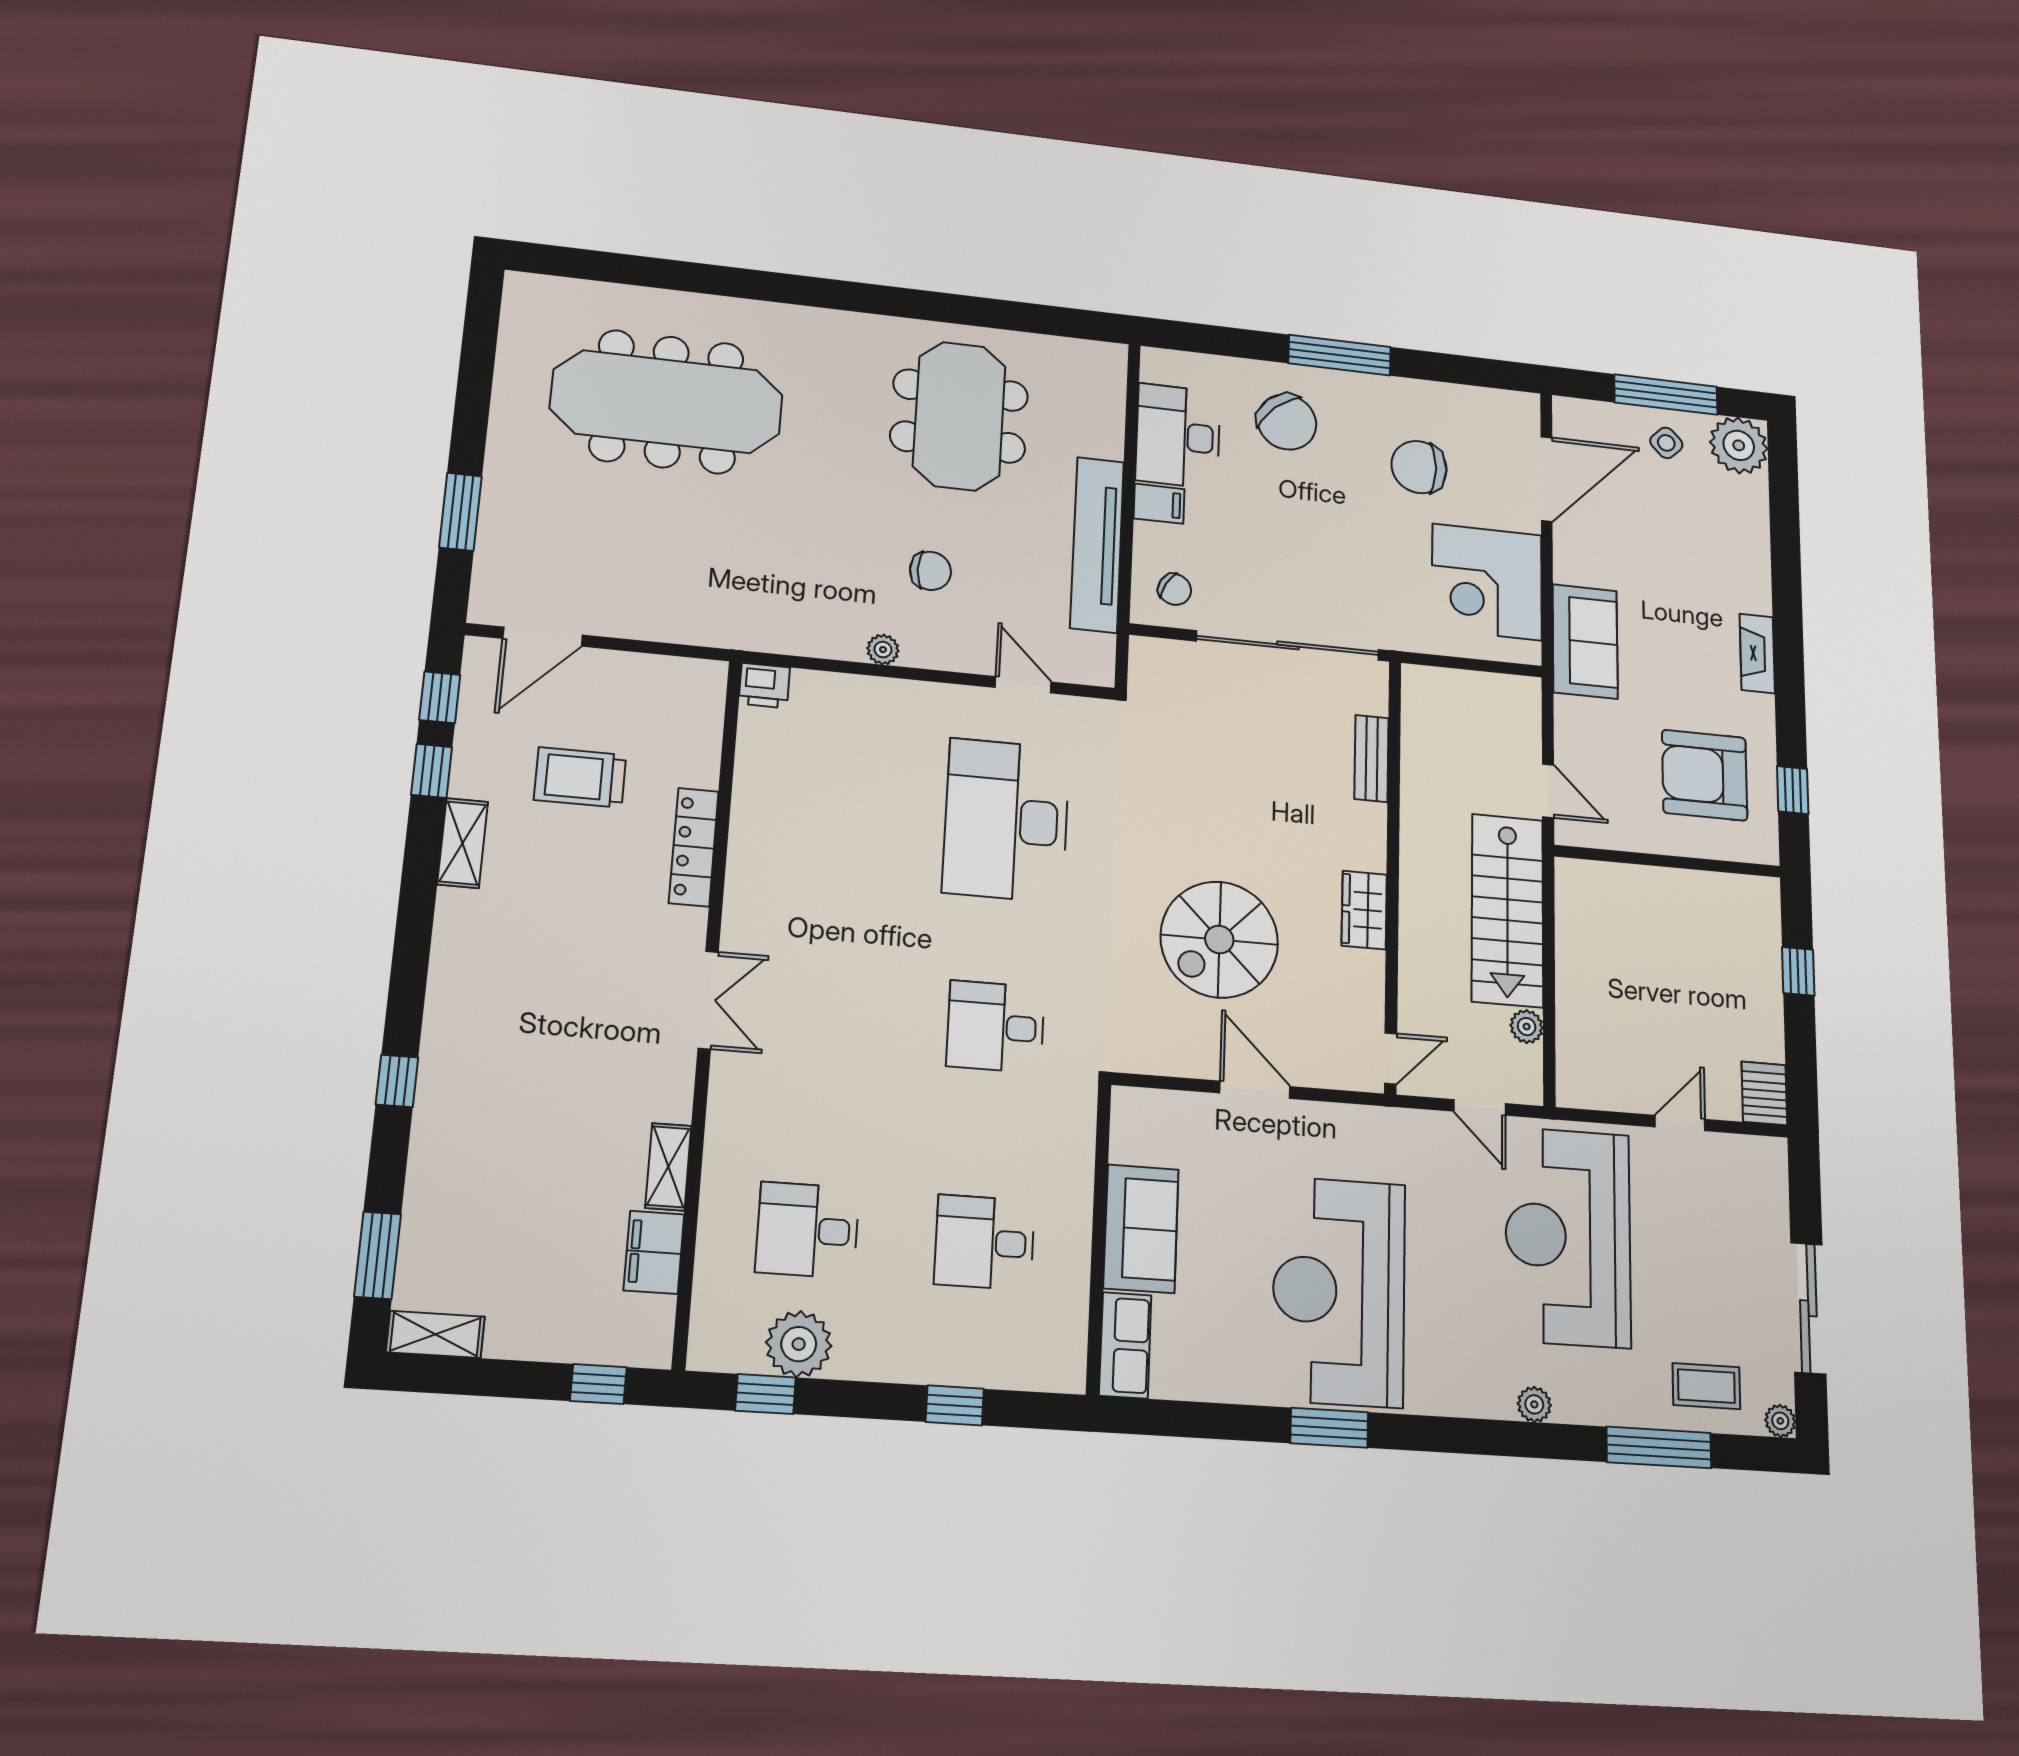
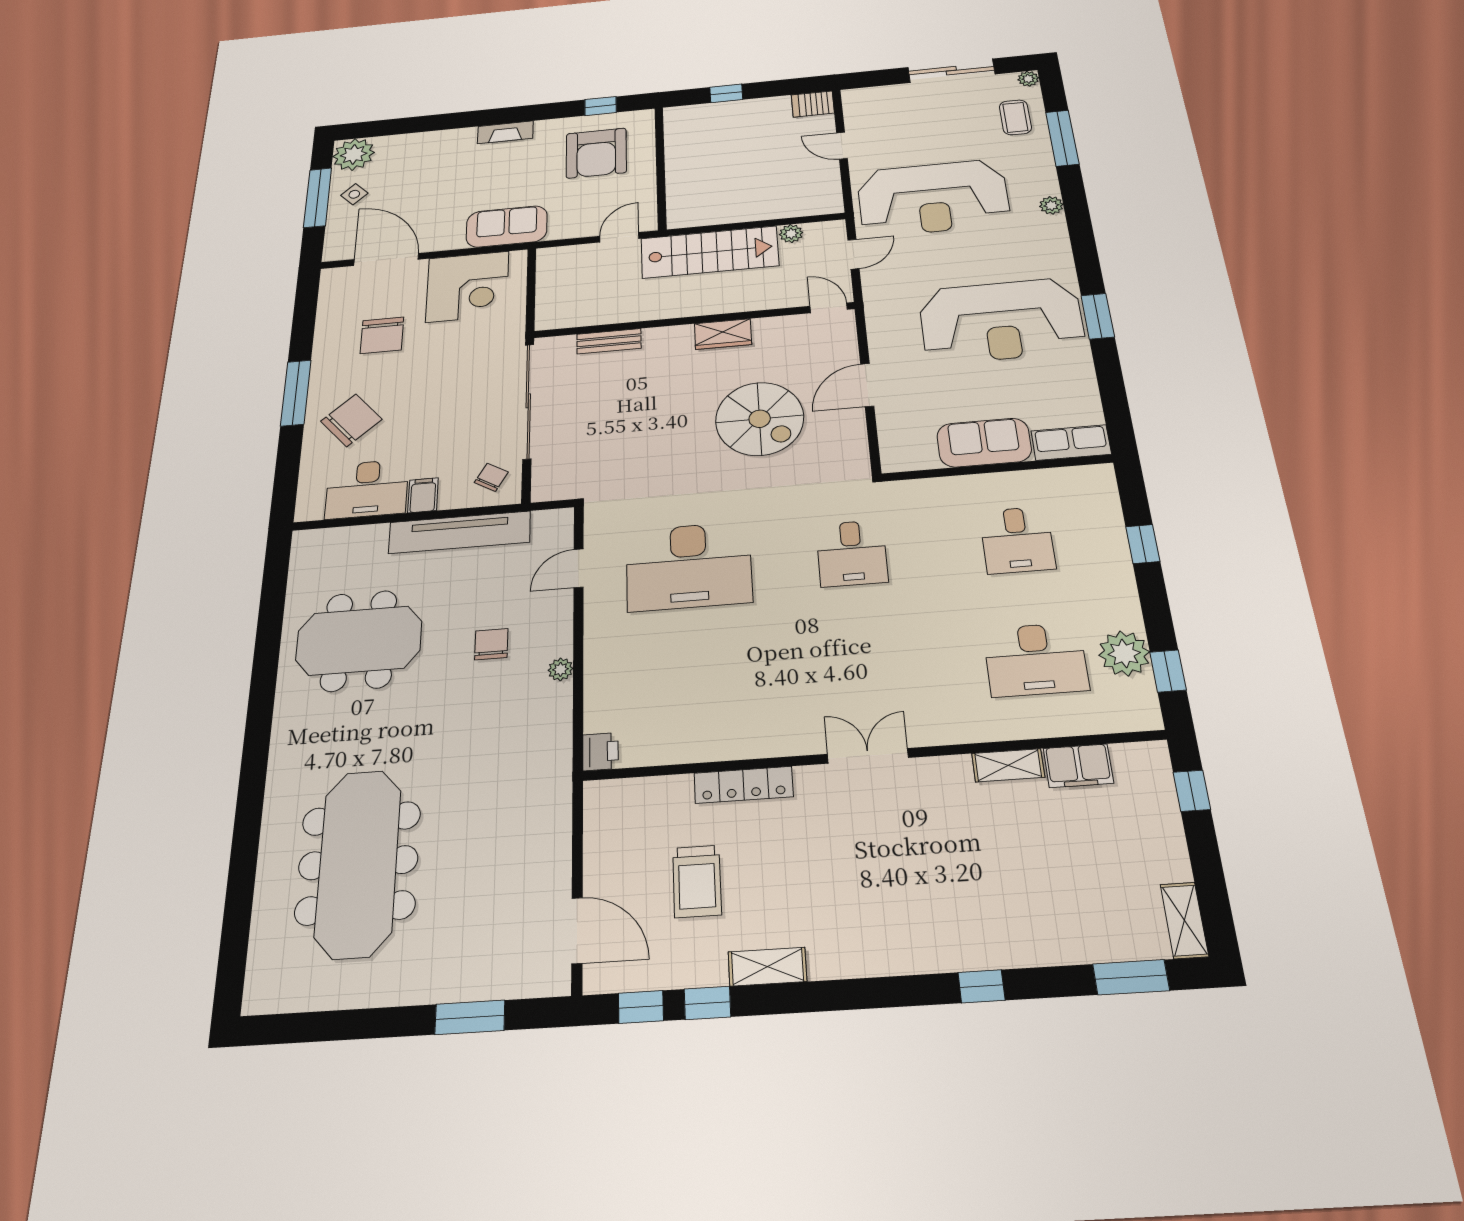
desk: (808, 1230) -> (1036, 659), width x1.37

